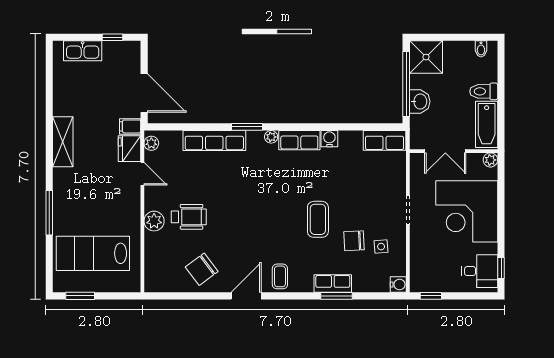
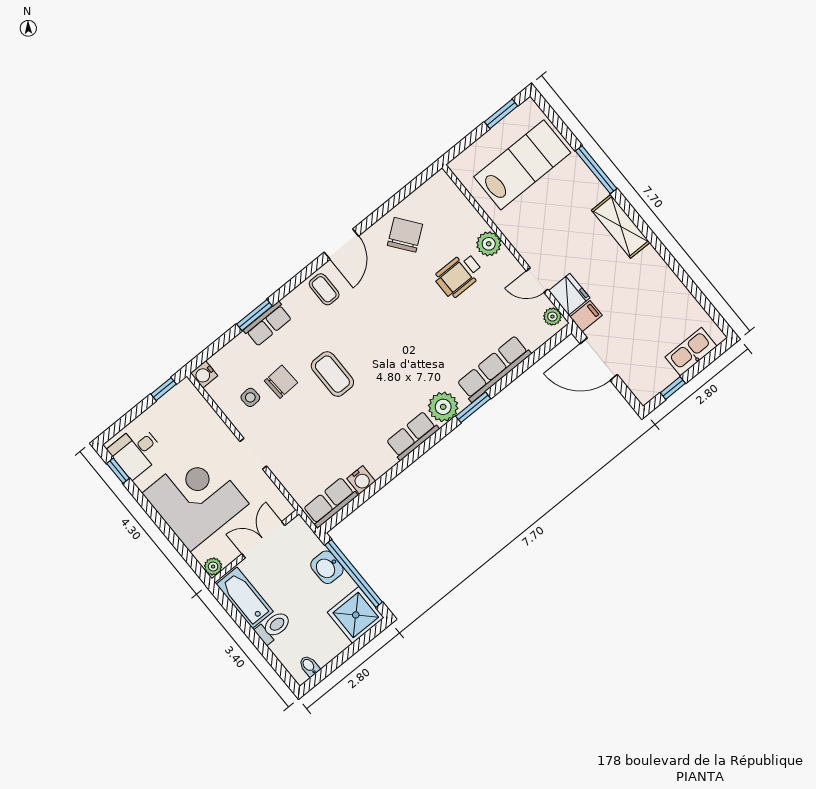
plant: (271, 137) -> (443, 407), width x1.87, depth x1.87
water cooler: (329, 139) -> (361, 480), moved
shelving: (63, 142) -> (621, 226), moved

